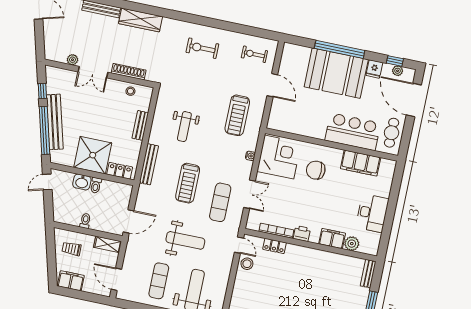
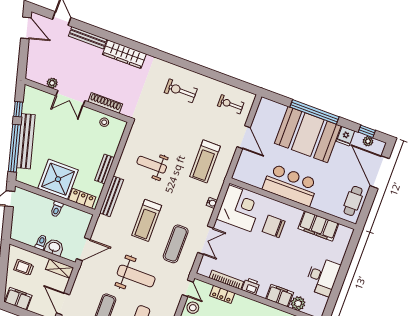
bench: (140, 125) -> (104, 169), moved
weight bench: (184, 127) -> (152, 165), turned 90
bar counter: (353, 132) -> (290, 185), moved
washbasin: (82, 182) -> (54, 247), moved, turned 180

